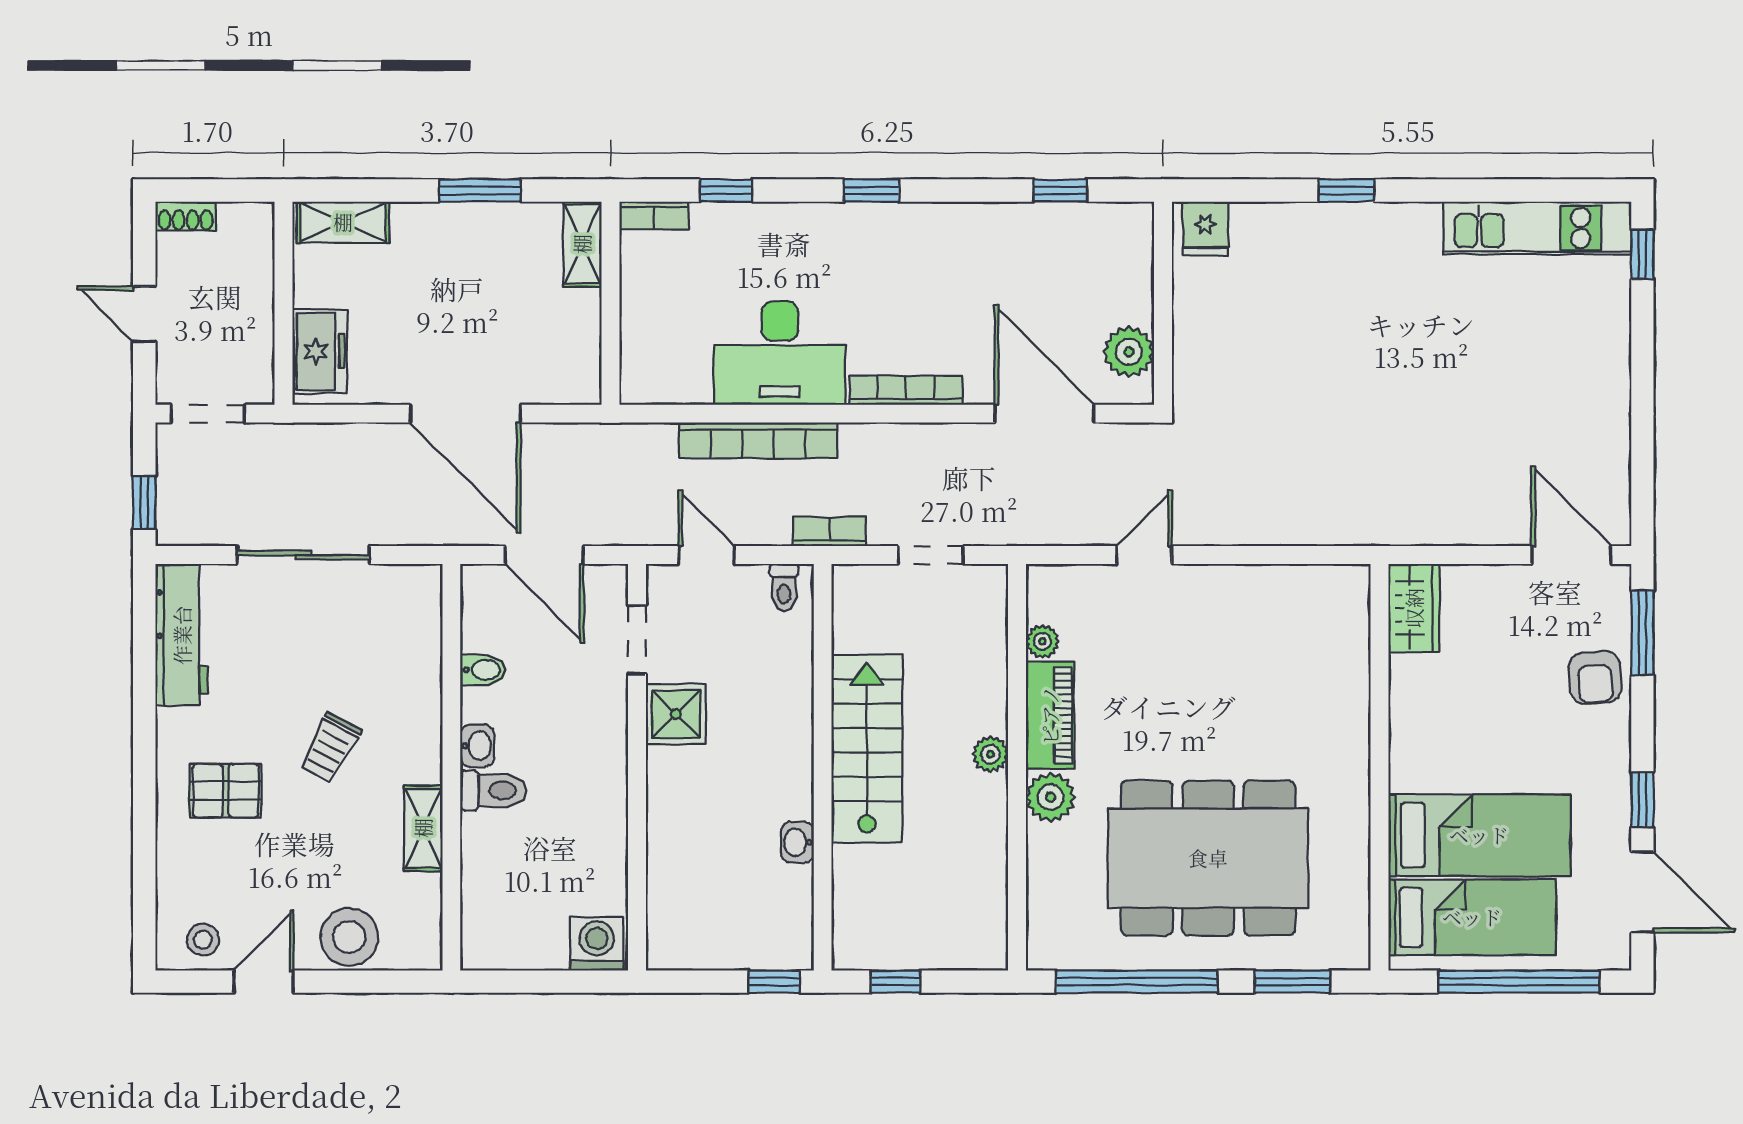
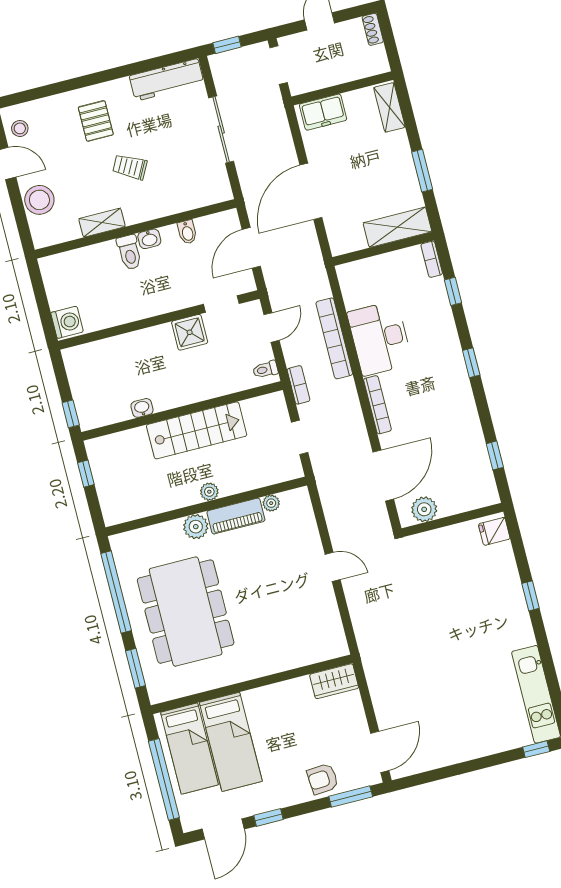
shelving: (582, 244) -> (397, 227), width x1.50, depth x1.33
door: (1144, 555) -> (333, 567), moved

